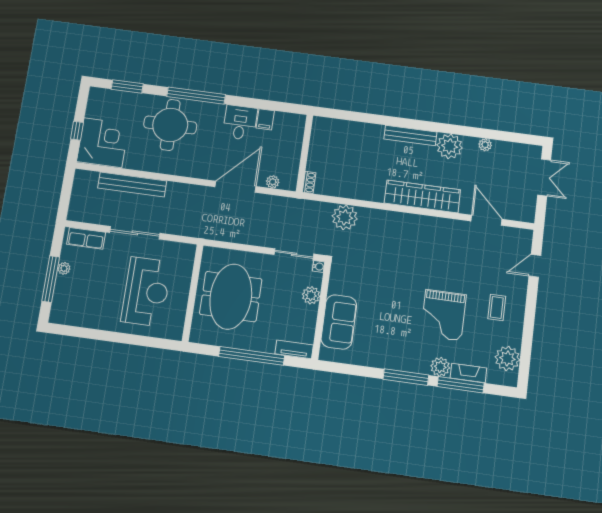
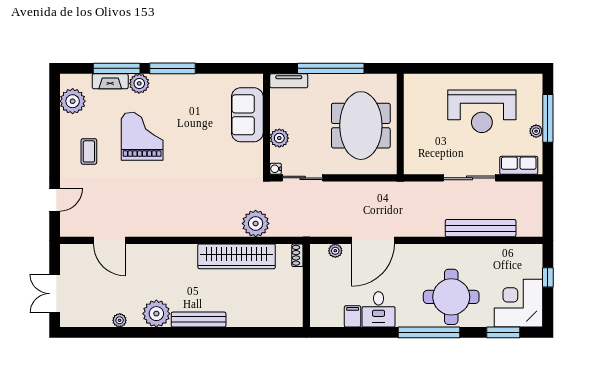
corner desk: (103, 143) -> (519, 303), moved, turned 90
wardrobe: (422, 196) -> (237, 256), moved
reception desk: (146, 292) -> (482, 111), moved, turned -90

